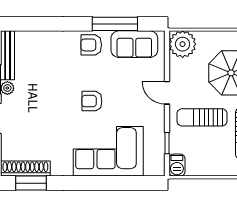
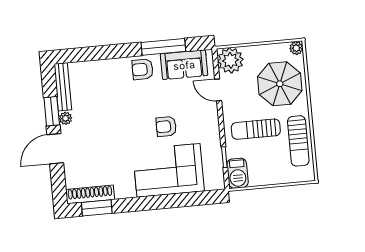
door: (167, 93) -> (218, 90), moved
armchair: (92, 101) -> (166, 126), moved
barbecue: (177, 165) -> (238, 173), width x1.38, depth x1.27

